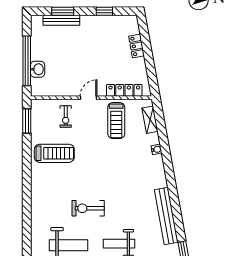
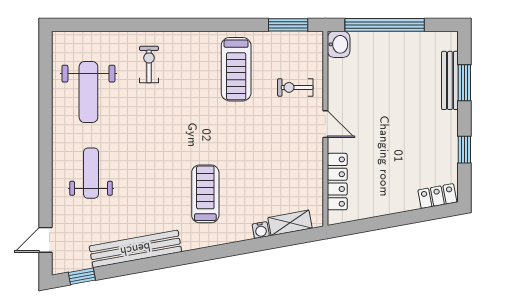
locker: (137, 46) -> (437, 196), moved
washbasin: (38, 69) -> (339, 44), moved, turned -90
treadmill: (116, 121) -> (205, 194), moved, turned 90
water cooler: (156, 149) -> (261, 230), moved
exercise bike: (88, 208) -> (149, 65), moved, width x0.73, depth x0.72

